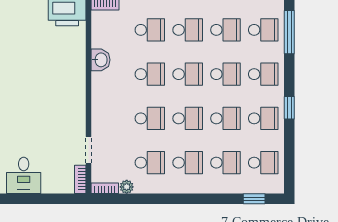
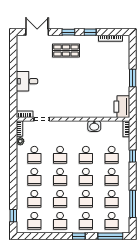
window: (289, 108) -> (79, 236), moved

